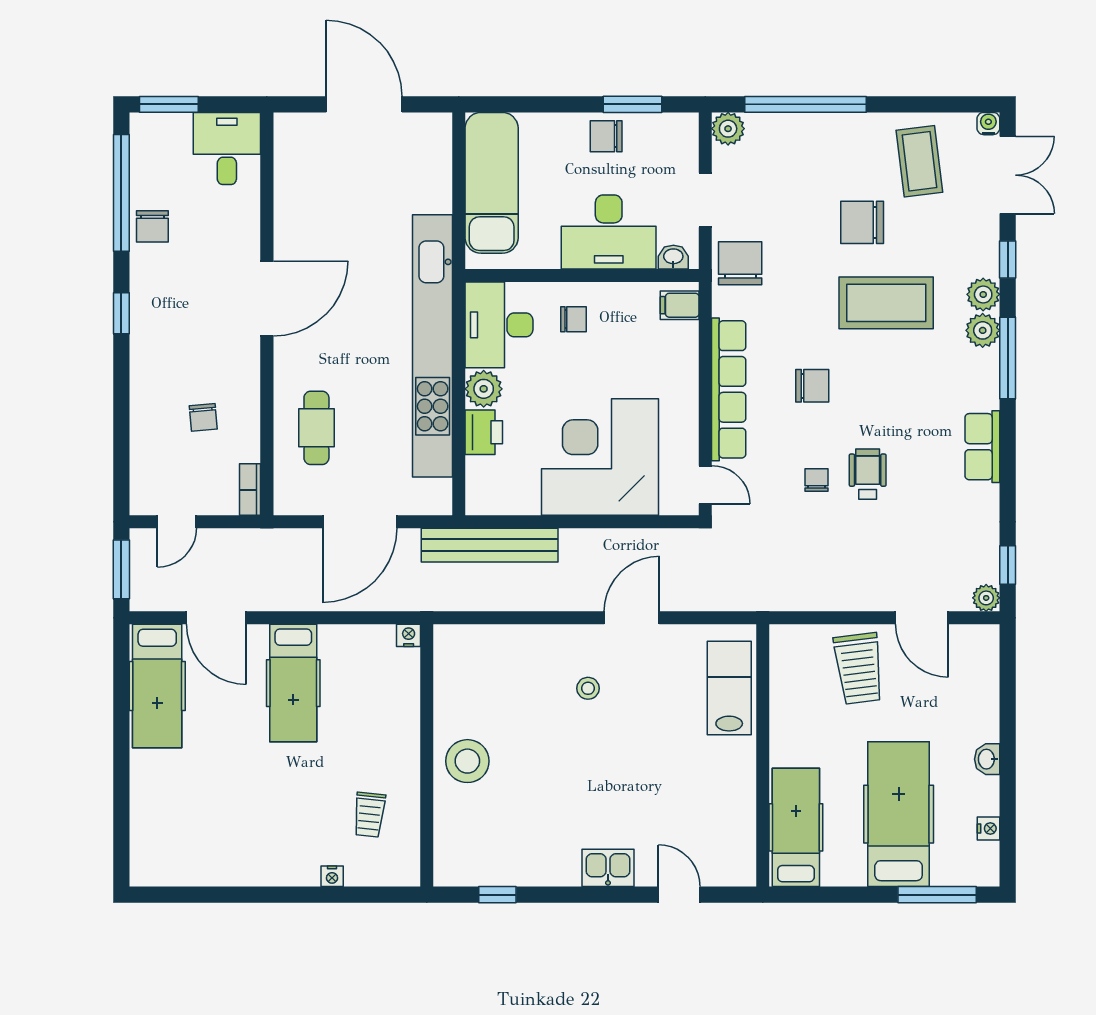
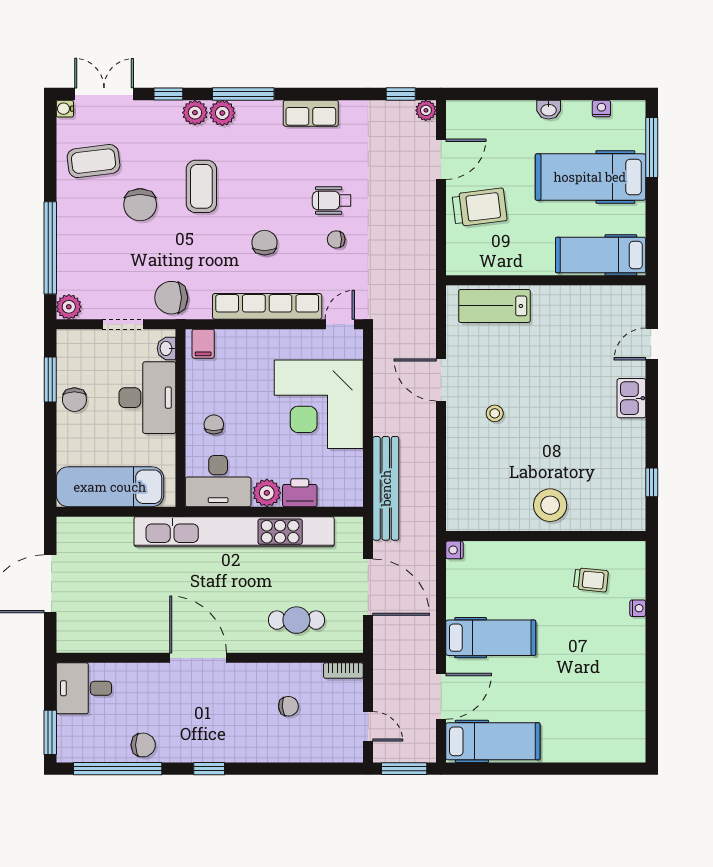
coffee table: (886, 303) -> (201, 186), width x0.73, depth x0.76

